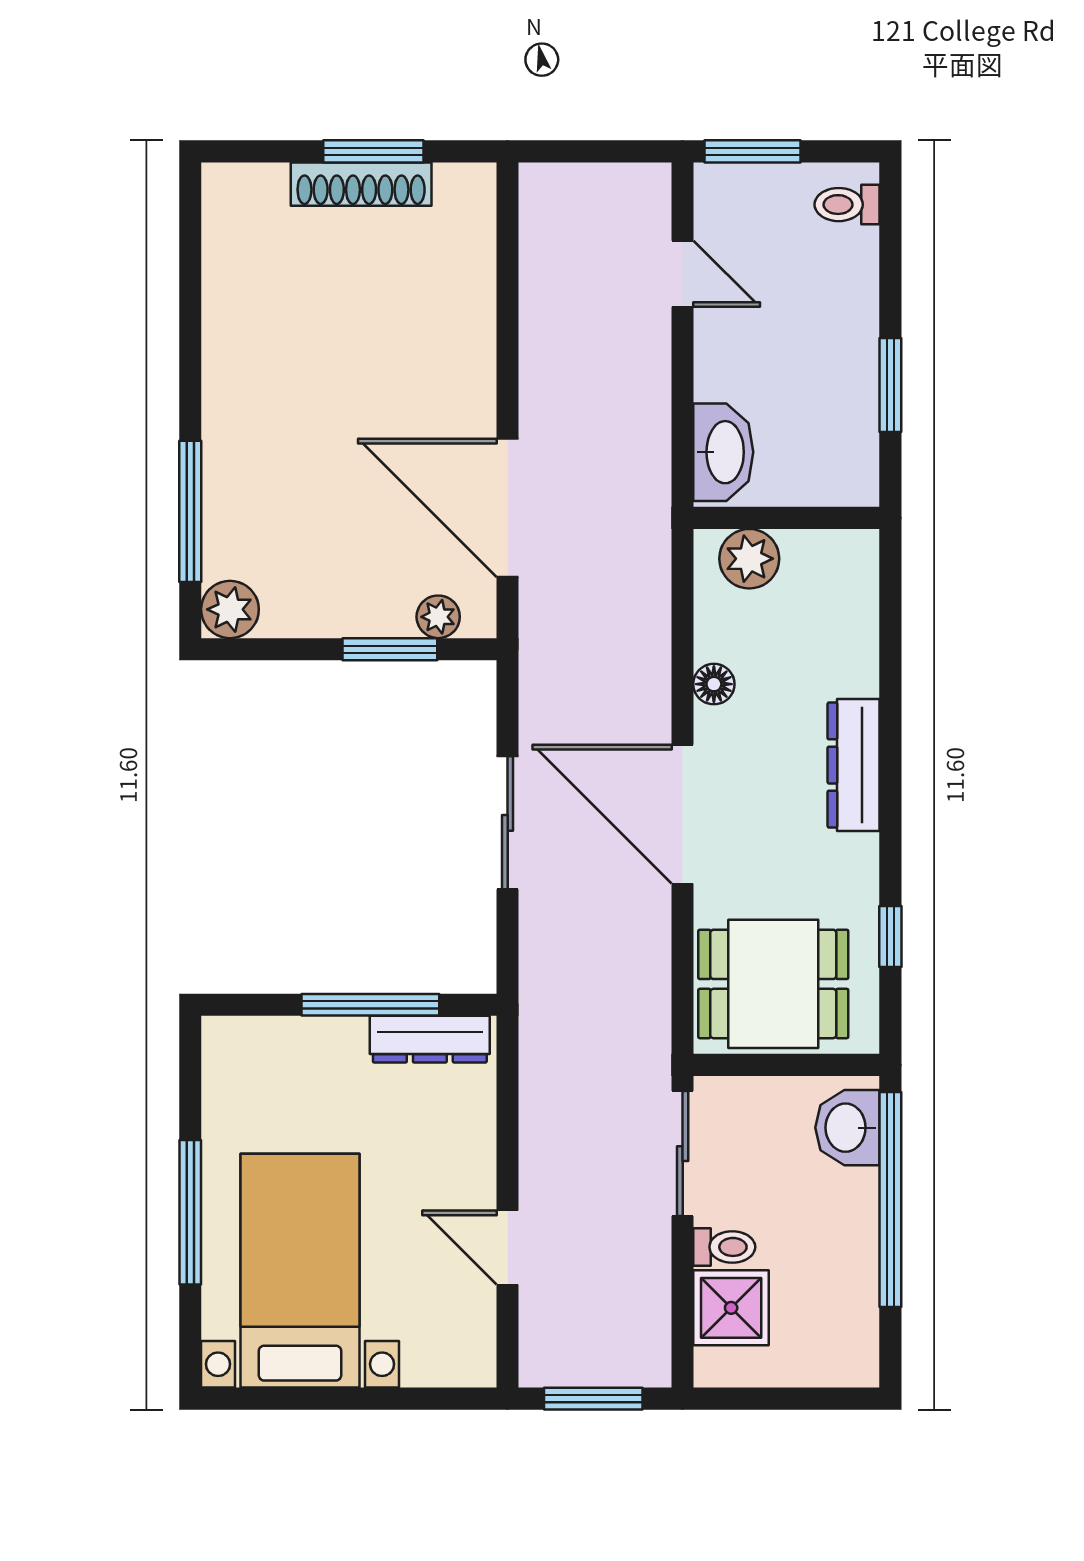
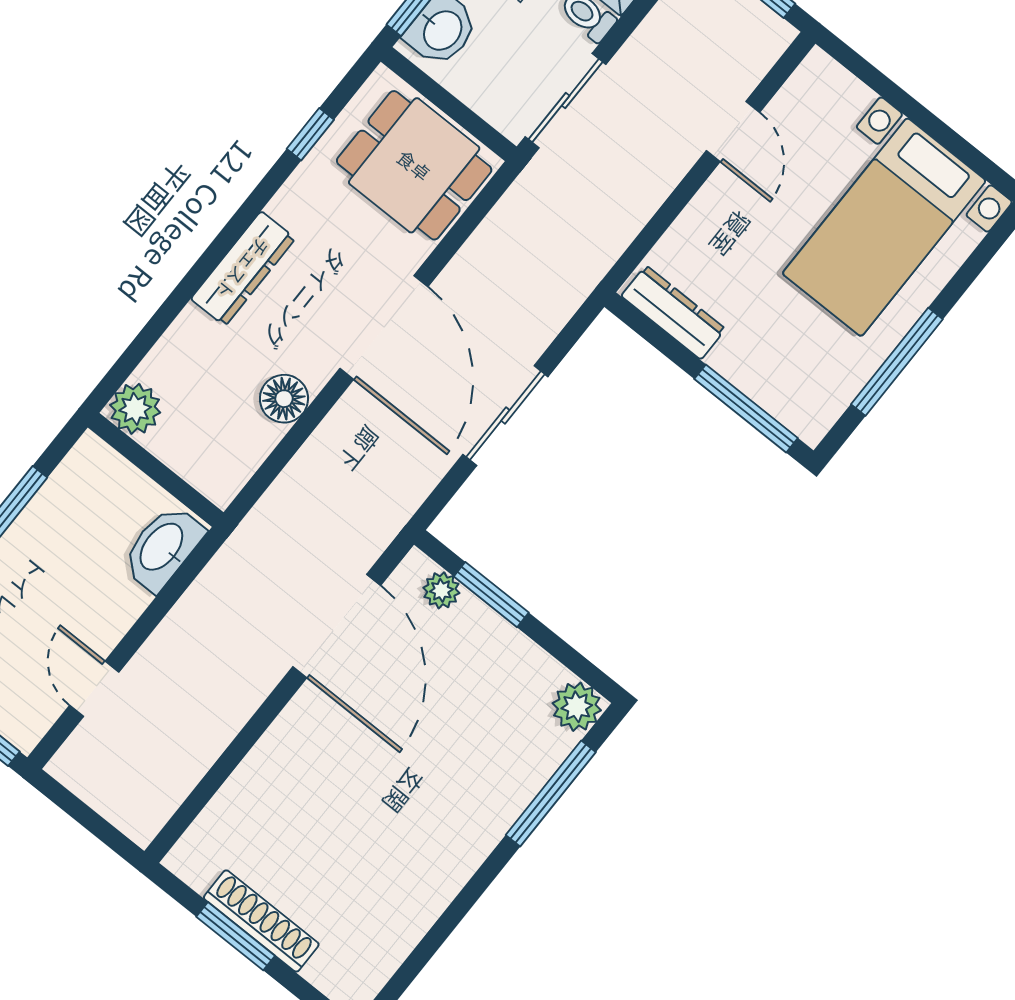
plant: (749, 559) -> (135, 409), moved
floor lamp: (714, 684) -> (284, 399), width x1.37, depth x1.37
window: (370, 1005) -> (746, 408), moved
window: (190, 1212) -> (897, 362), moved

